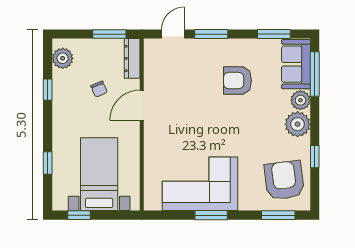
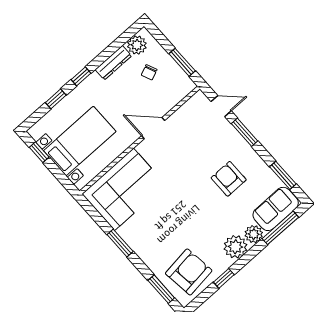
dresser: (132, 58) -> (113, 63), moved, turned 180
chair: (99, 89) -> (149, 72), moved
window: (48, 90) -> (81, 76), moved
corner sofa: (200, 184) -> (124, 189), moved, turned 90

